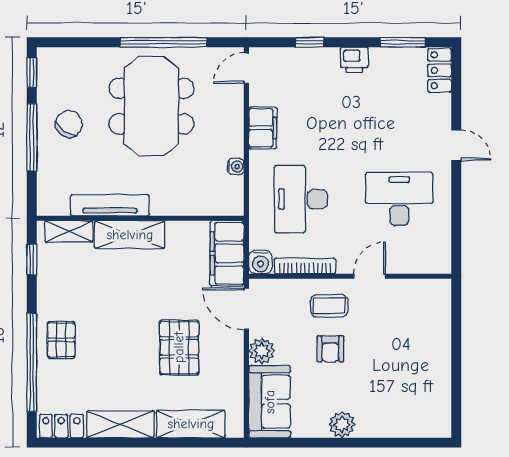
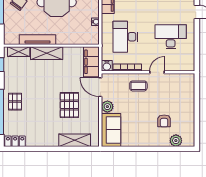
armchair: (330, 349) -> (164, 121), moved
shelving: (120, 424) -> (42, 140), removed
plant: (342, 425) -> (176, 141), moved

